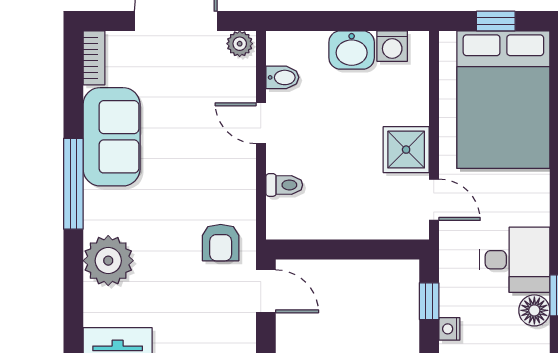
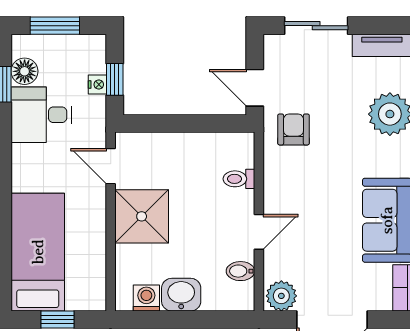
plant: (240, 44) -> (281, 296), width x1.38, depth x1.38
bed: (503, 100) -> (38, 252), width x0.67
door: (261, 123) -> (259, 232), hinge flipped
shower: (406, 150) -> (142, 216), width x1.36, depth x1.36
nightstand: (449, 329) -> (97, 84), moved

